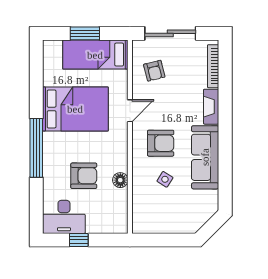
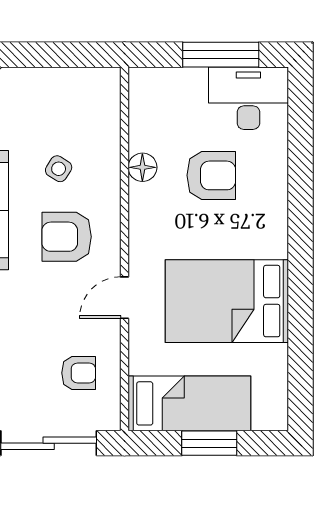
armchair: (154, 71) -> (79, 373), turned 104
window: (36, 148) -> (301, 228), removed
armchair: (84, 176) -> (211, 175), turned 180
window: (79, 240) -> (221, 55), width x2.17

